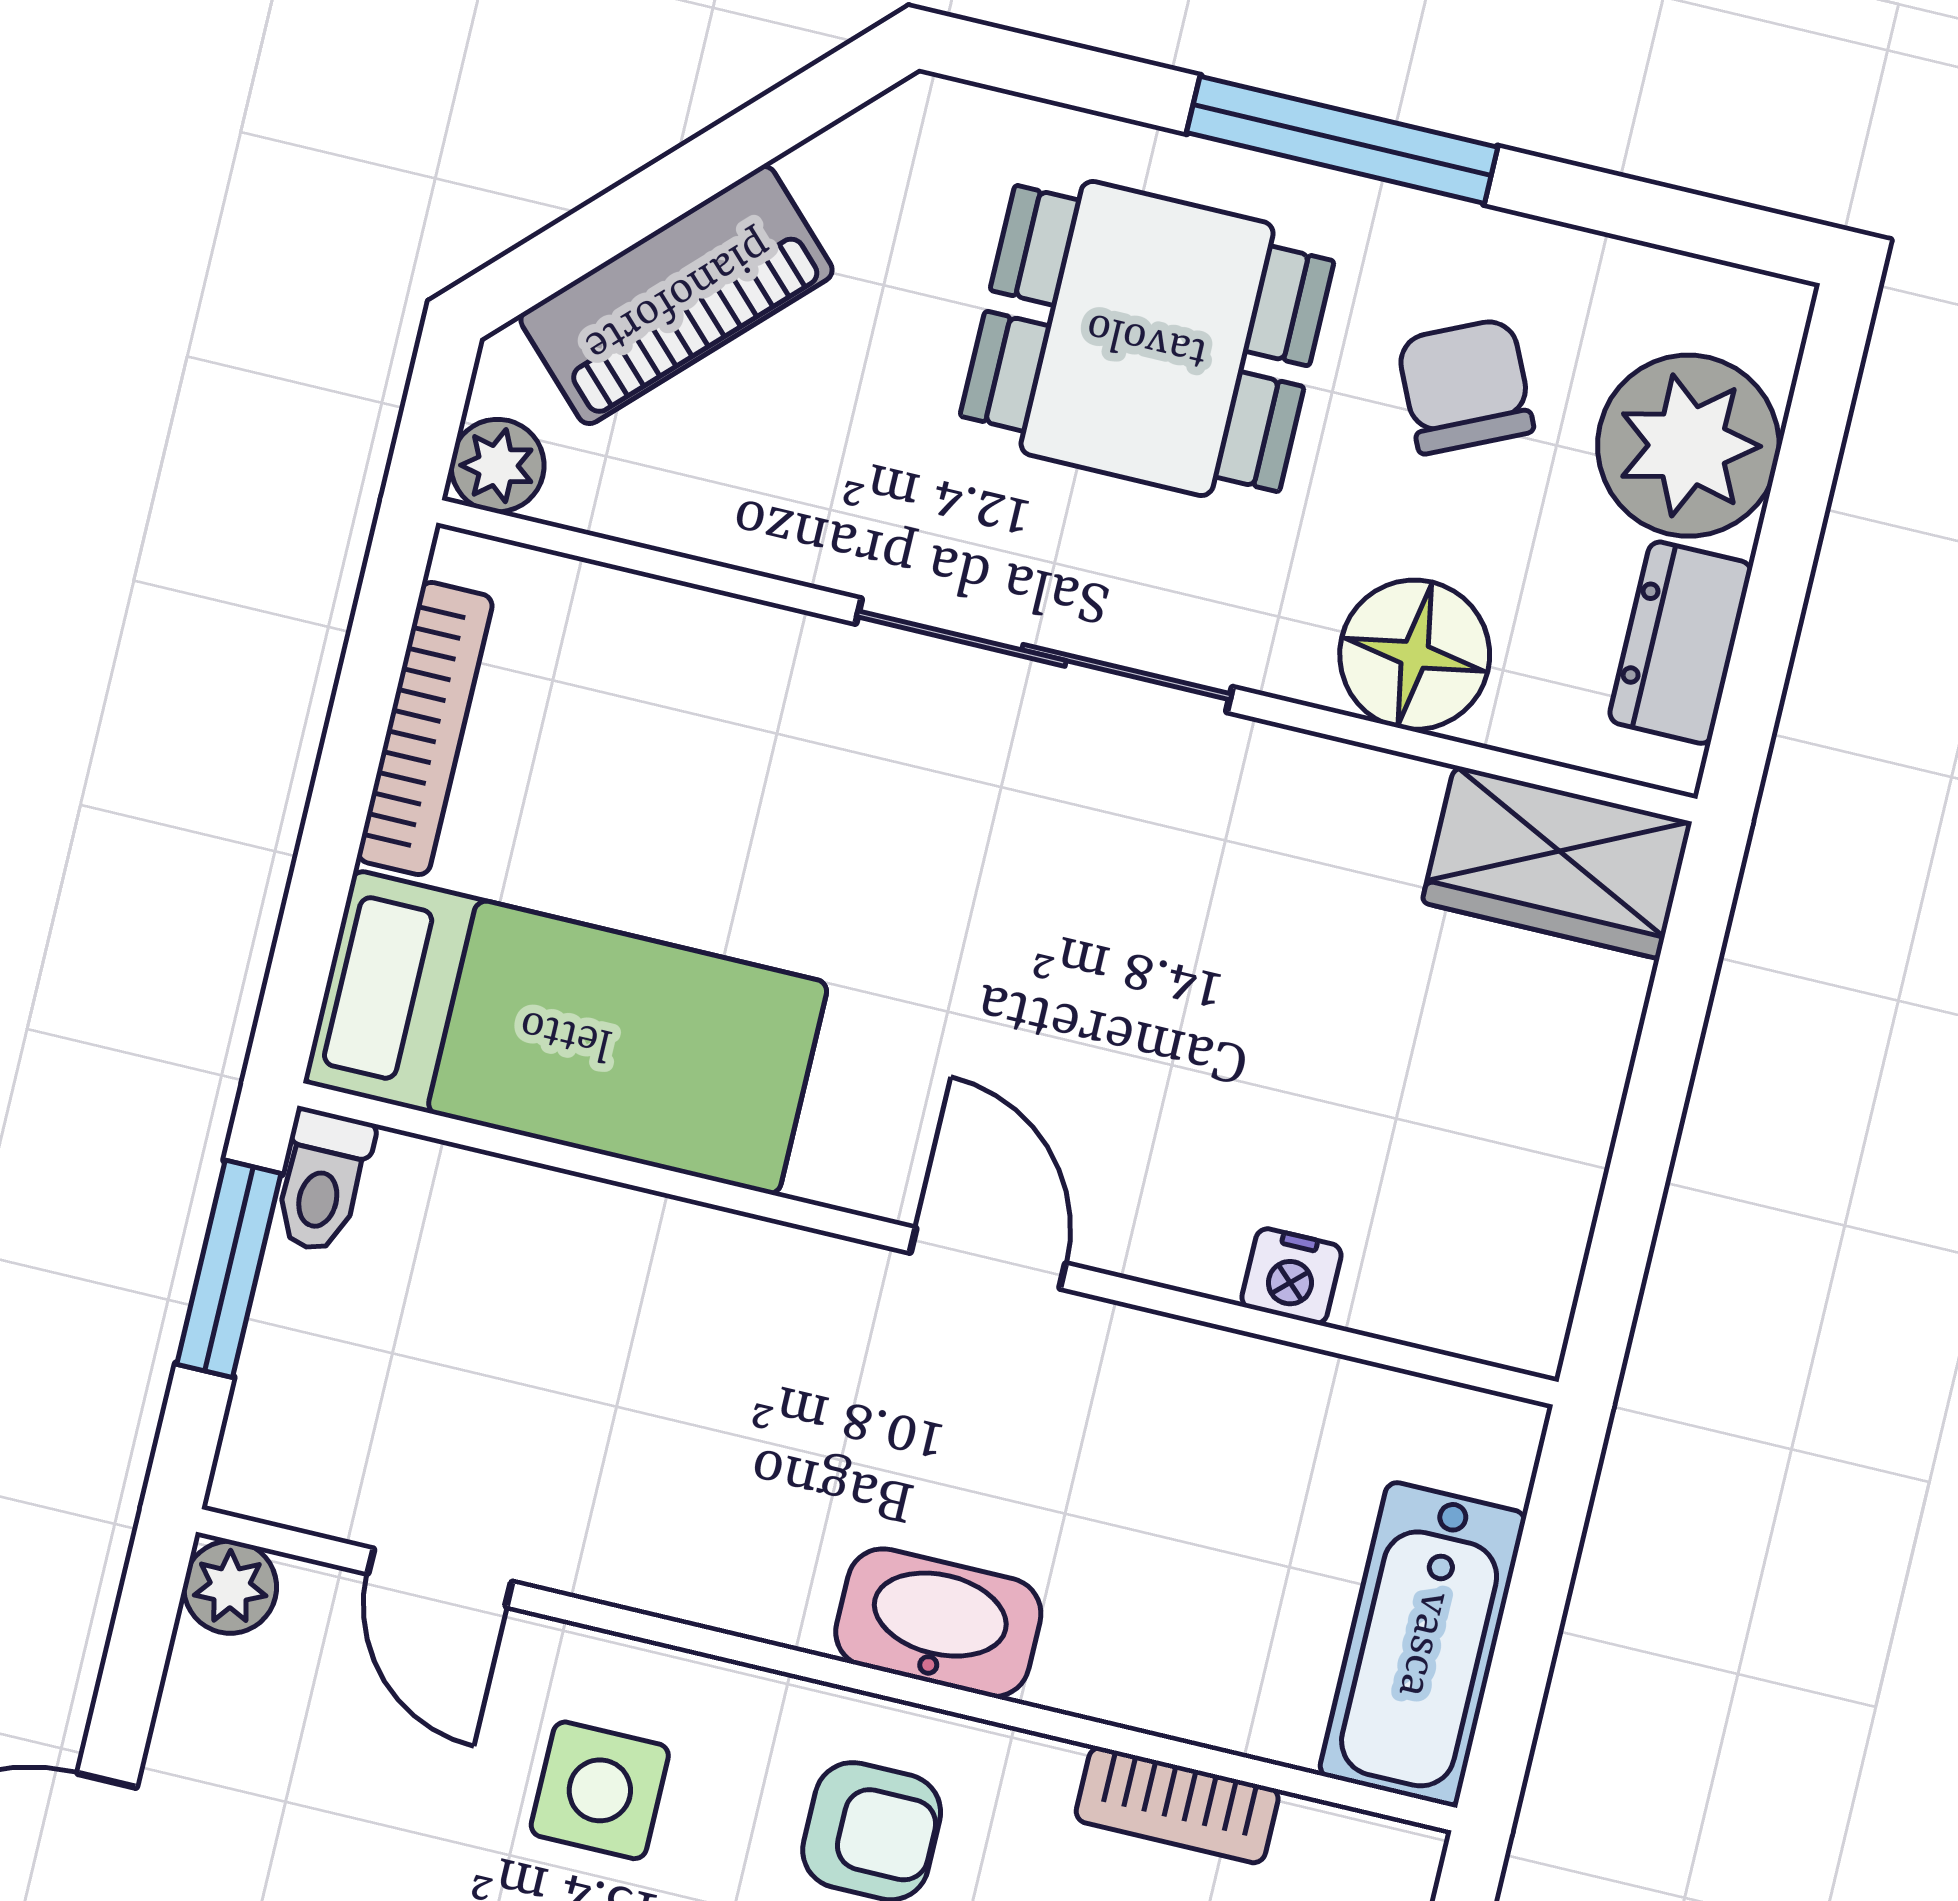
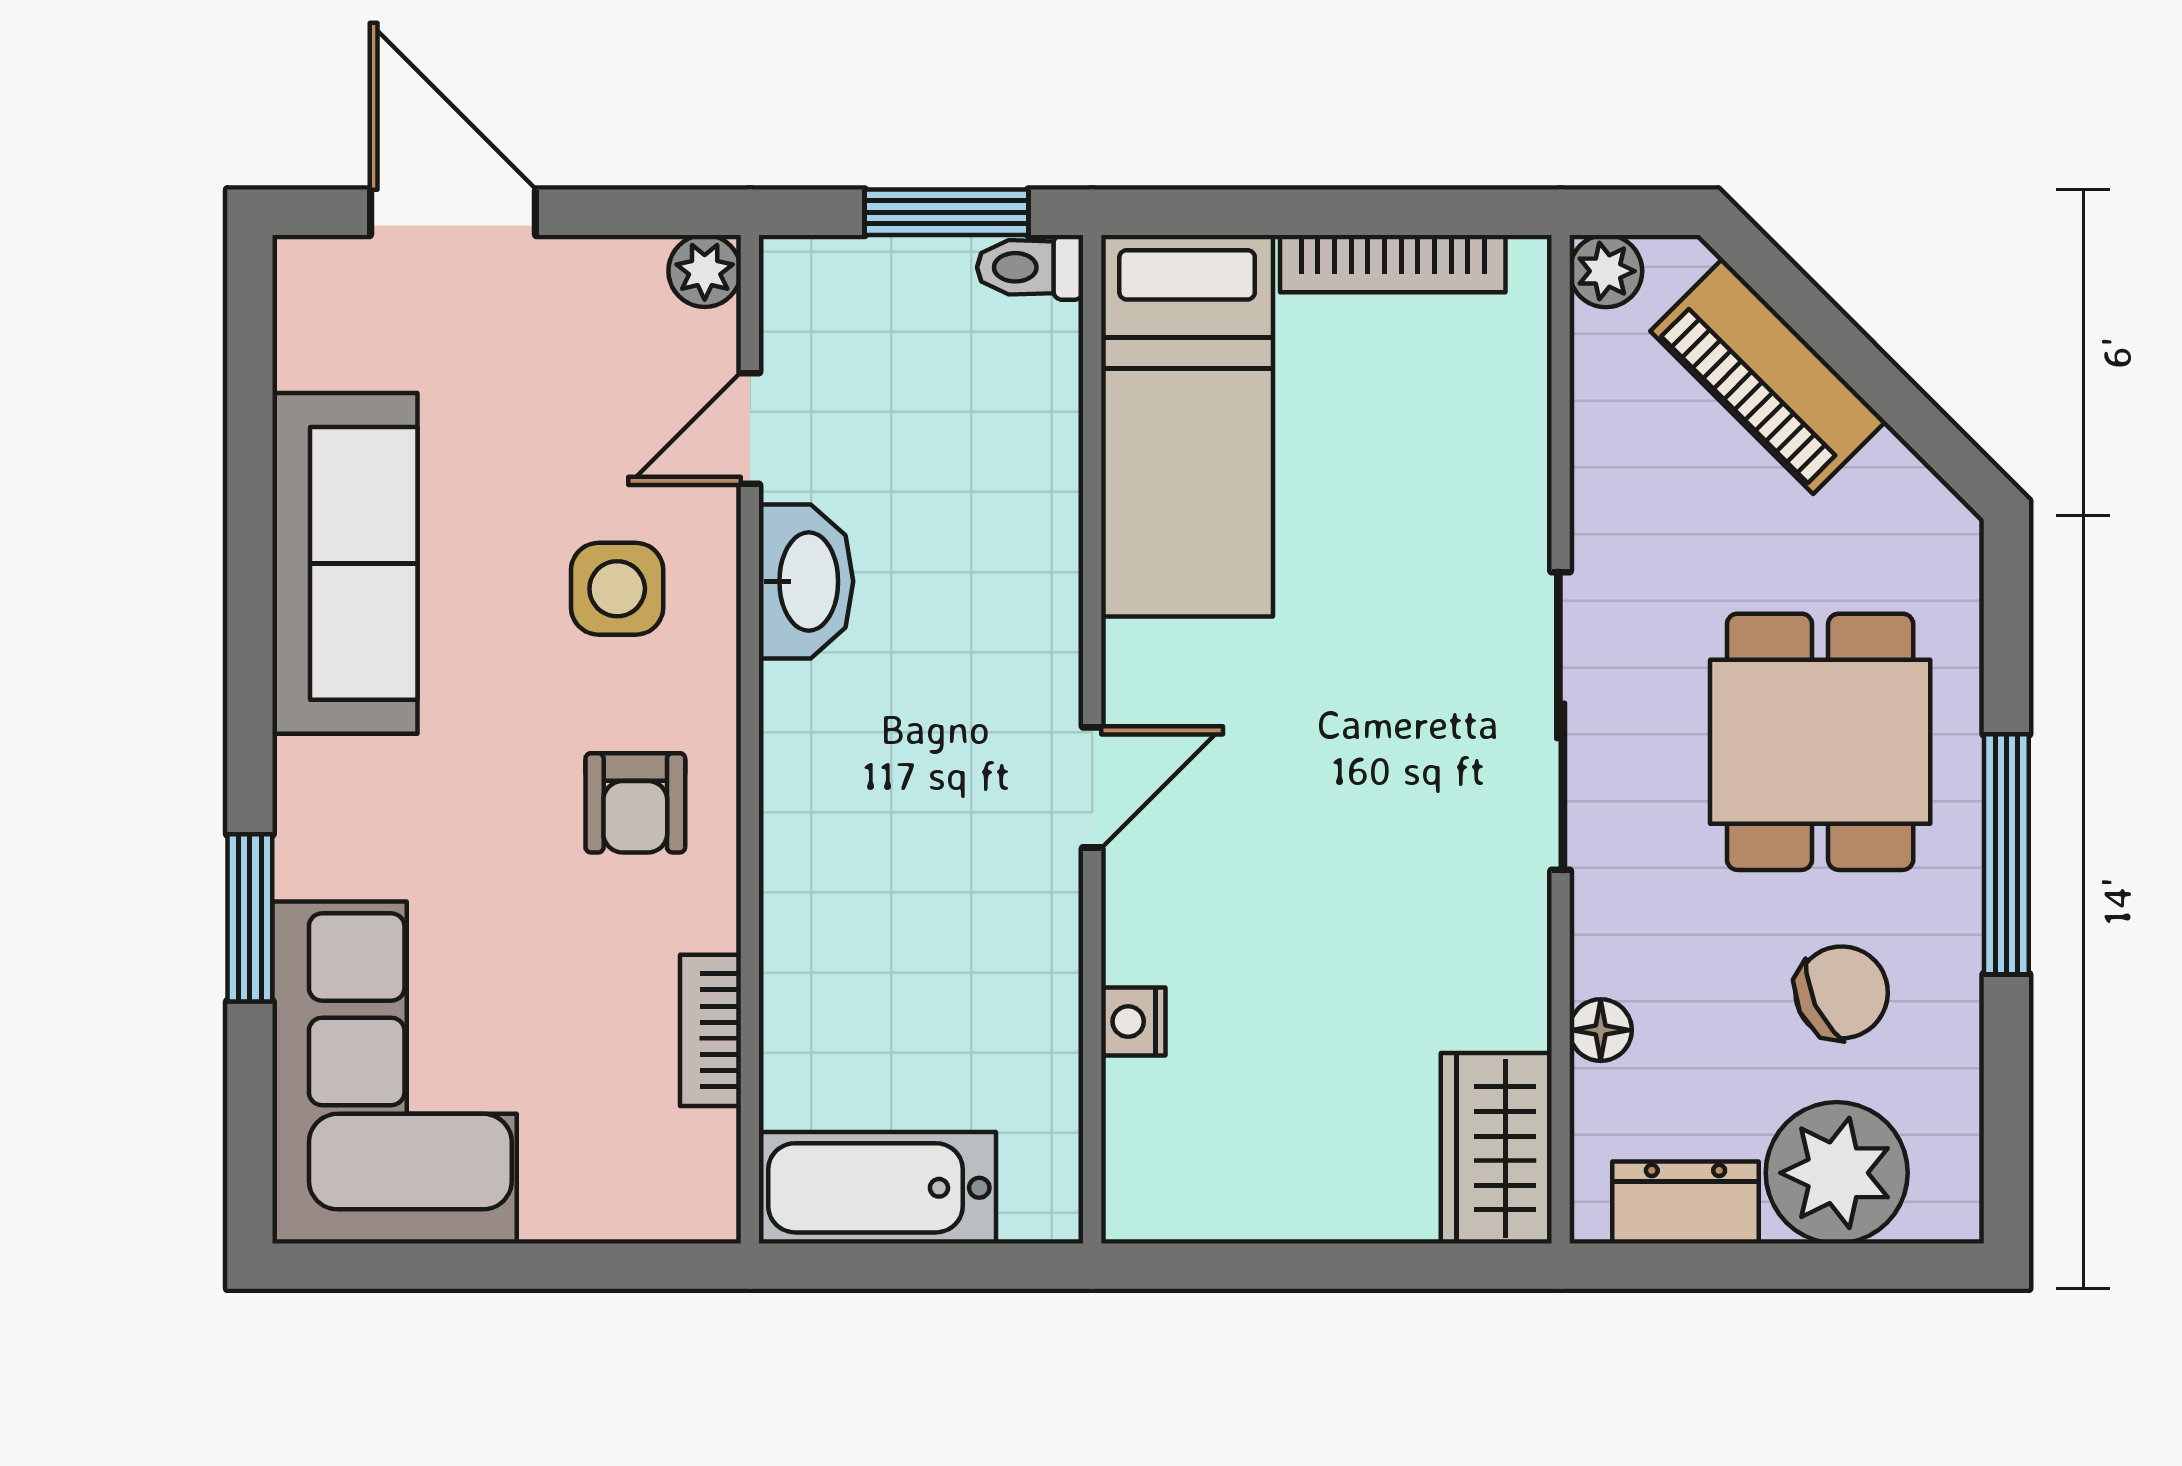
floor lamp: (1415, 655) -> (1601, 1030), width x0.53, depth x0.53
washbasin: (938, 1623) -> (806, 581), moved

